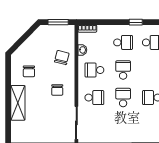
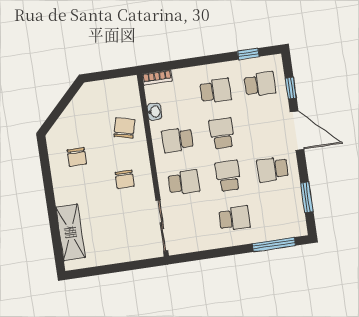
window: (58, 22) -> (111, 74), removed
window: (136, 22) -> (248, 54), moved
shelving: (18, 103) -> (71, 232), moved
school desk: (123, 125) -> (234, 218), added

